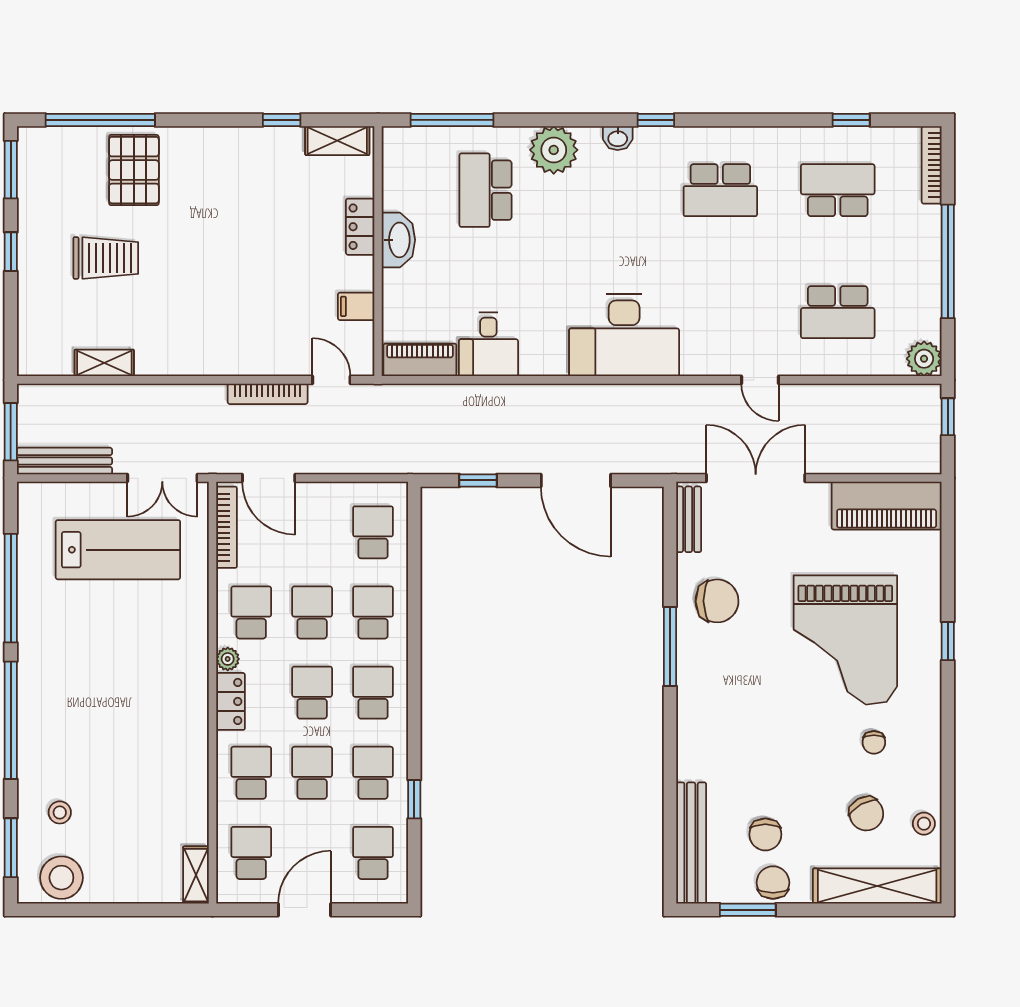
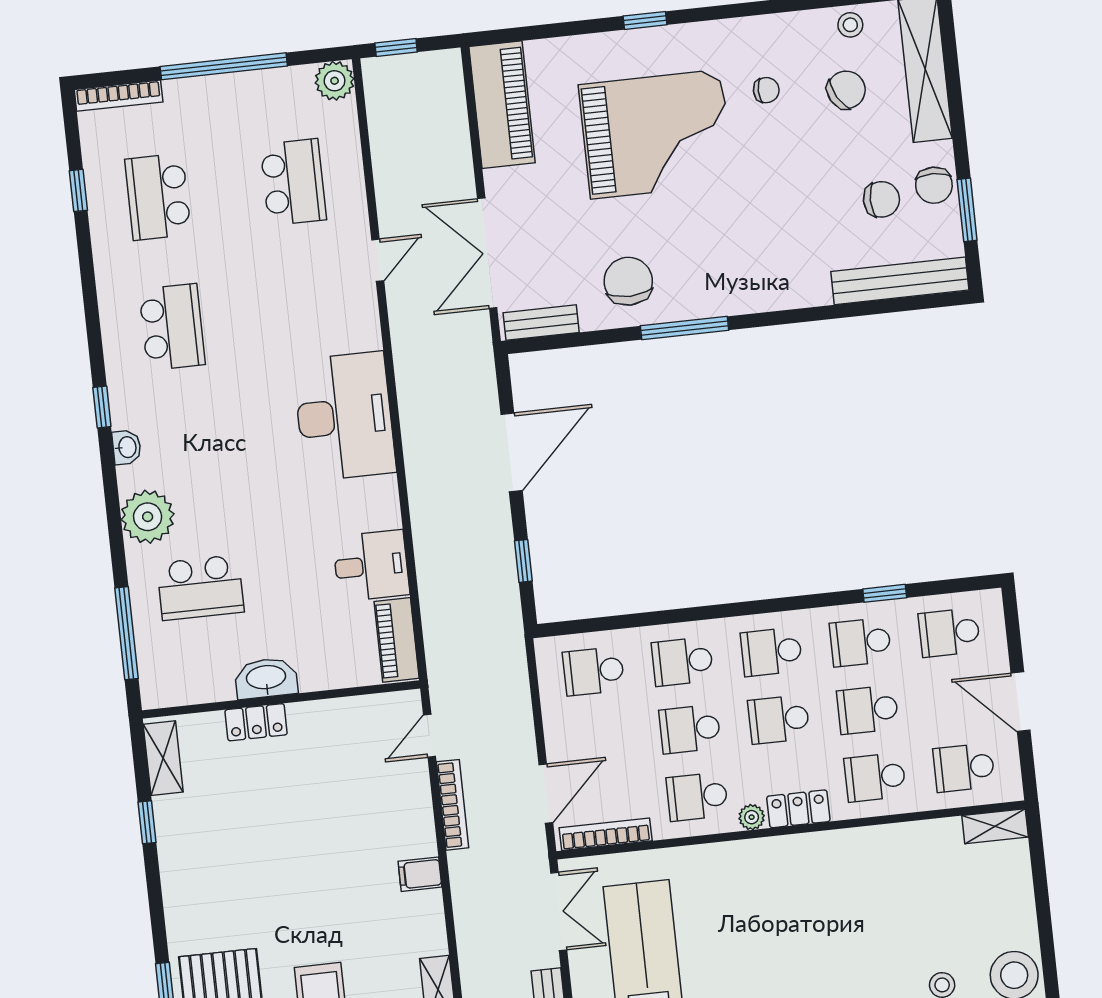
filing cabinet: (356, 306) -> (420, 874), moved, turned 90
chair: (773, 883) -> (934, 185), turned -89

